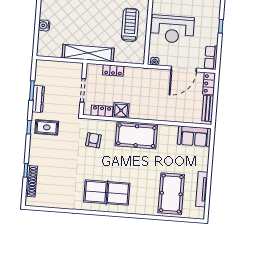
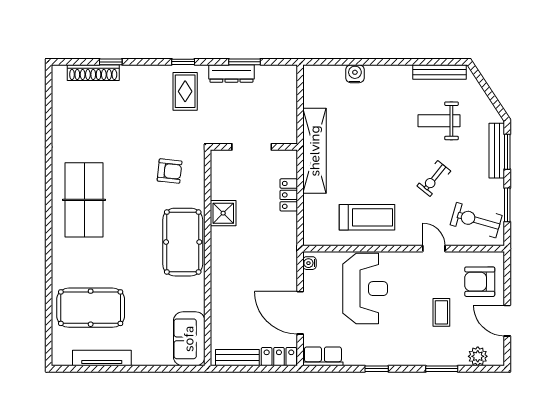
reception desk: (172, 29) -> (365, 289), turned 180
locker: (102, 111) -> (219, 181), removed

